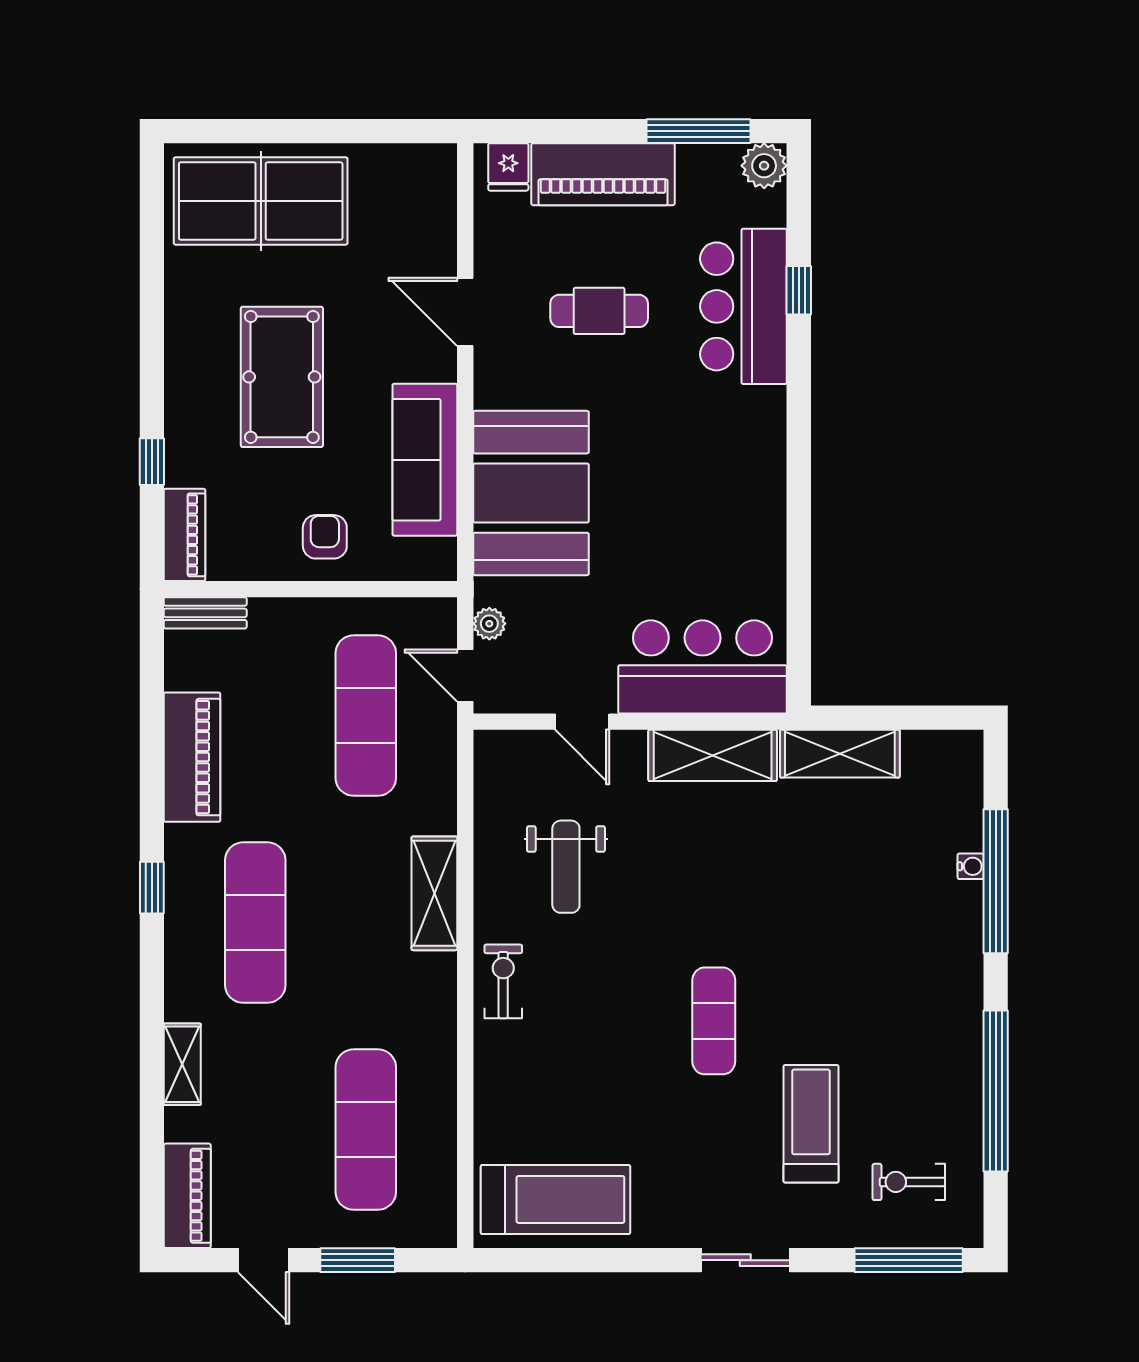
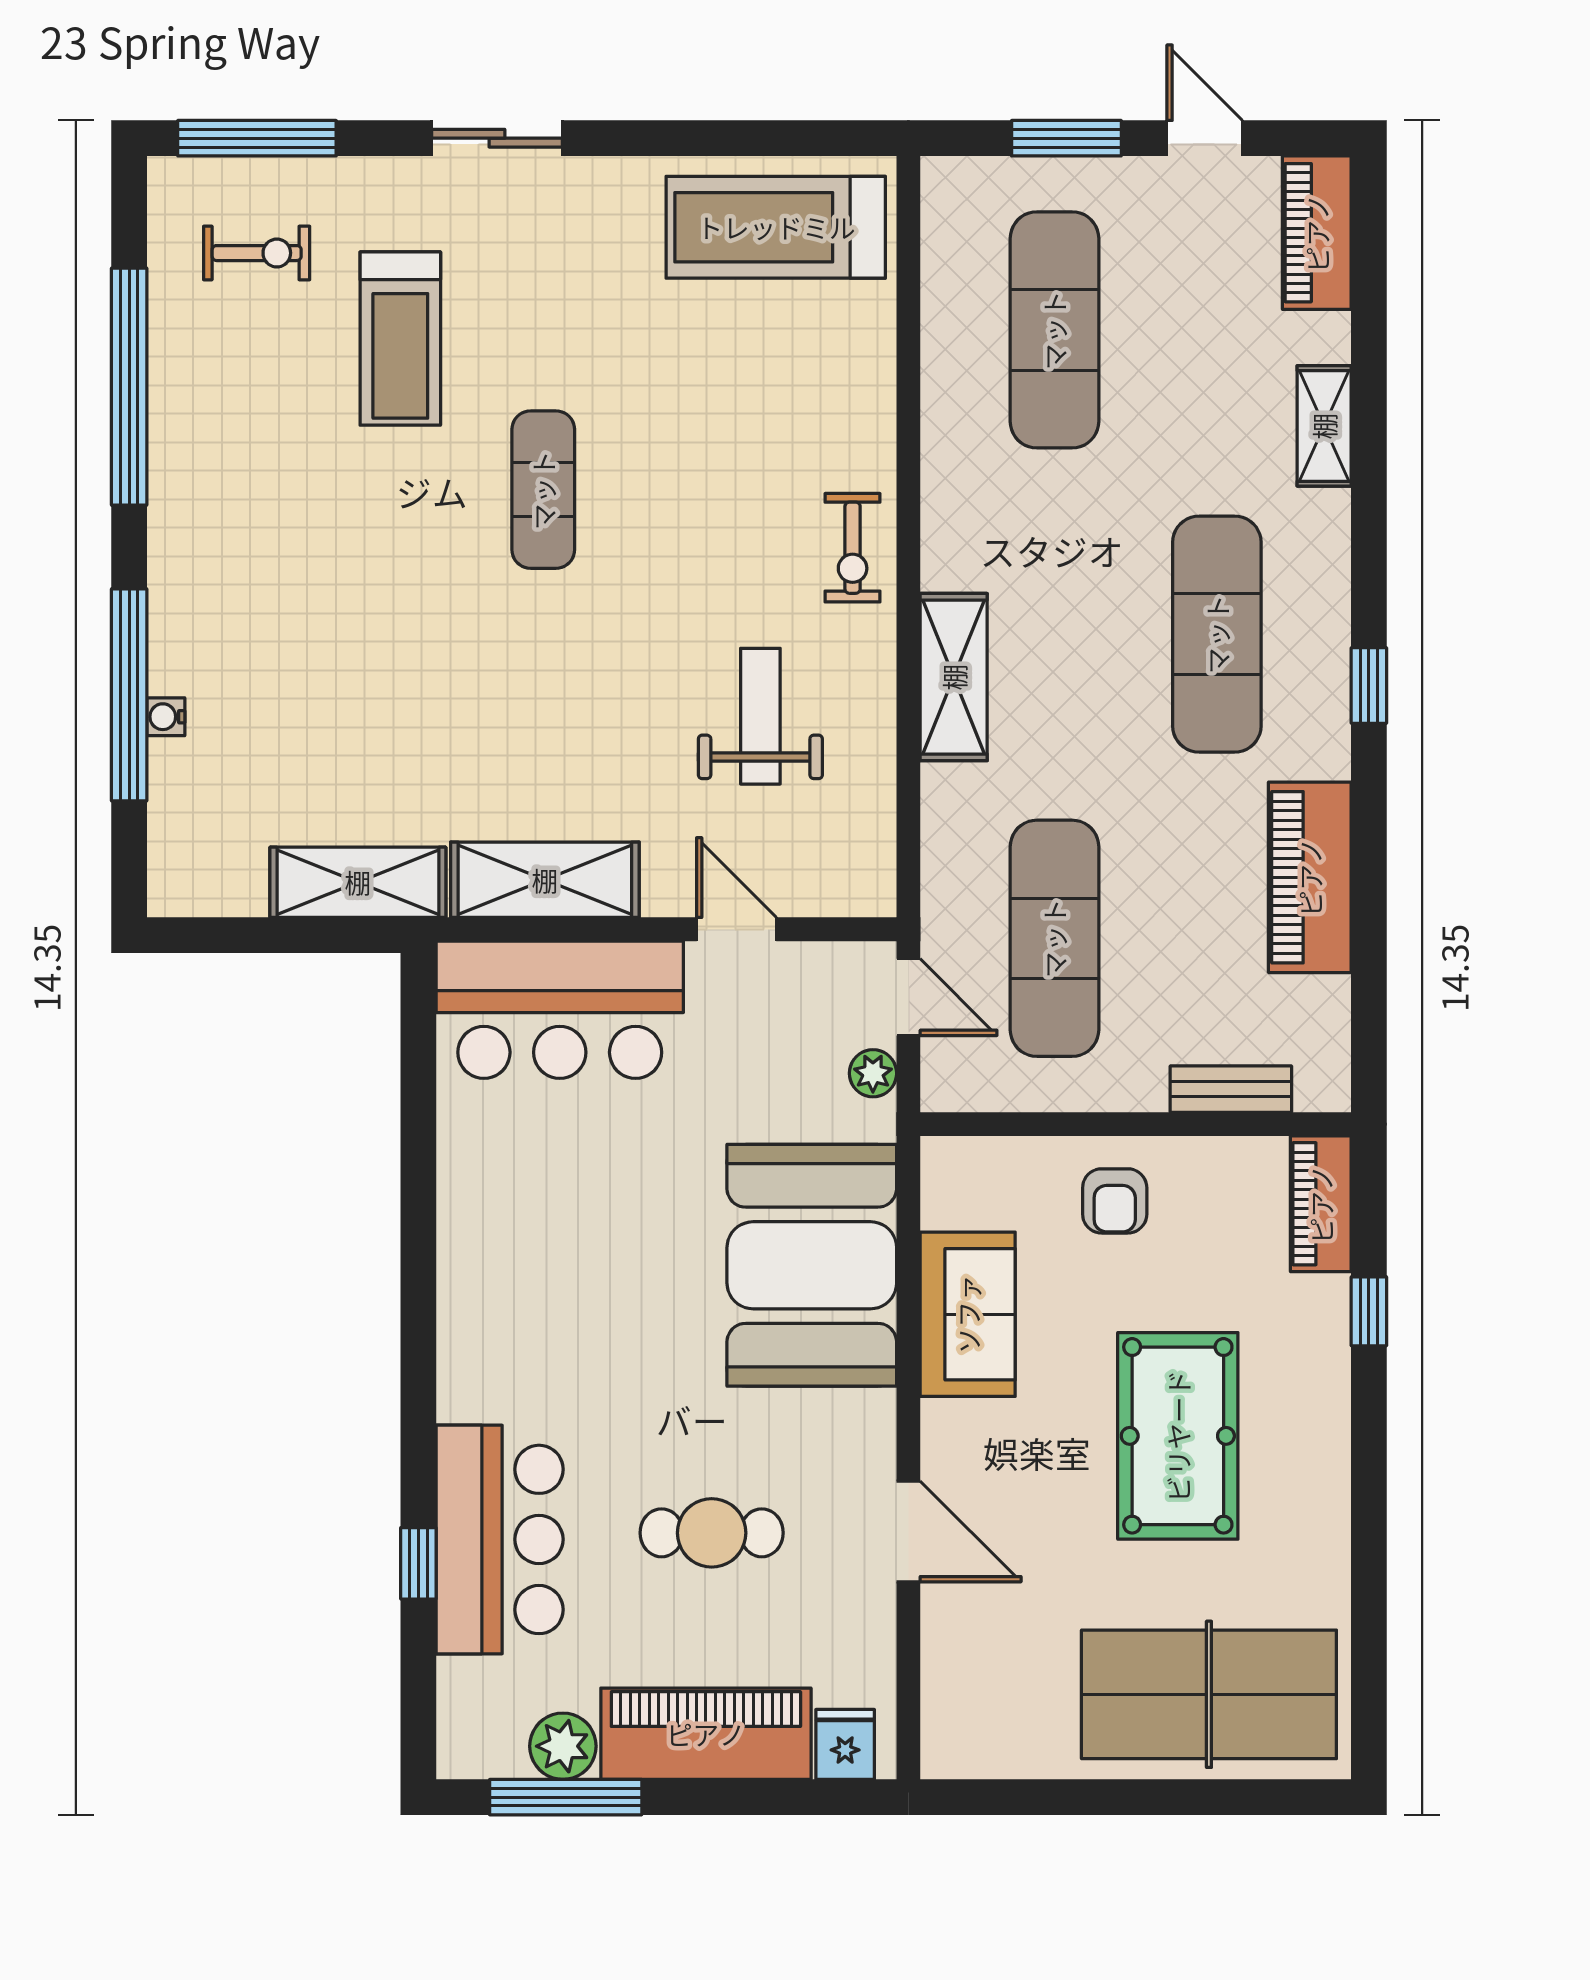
plant: (764, 166) -> (563, 1746), moved
sofa: (425, 460) -> (968, 1314), width x0.73
bench: (205, 613) -> (1231, 1089), moved

